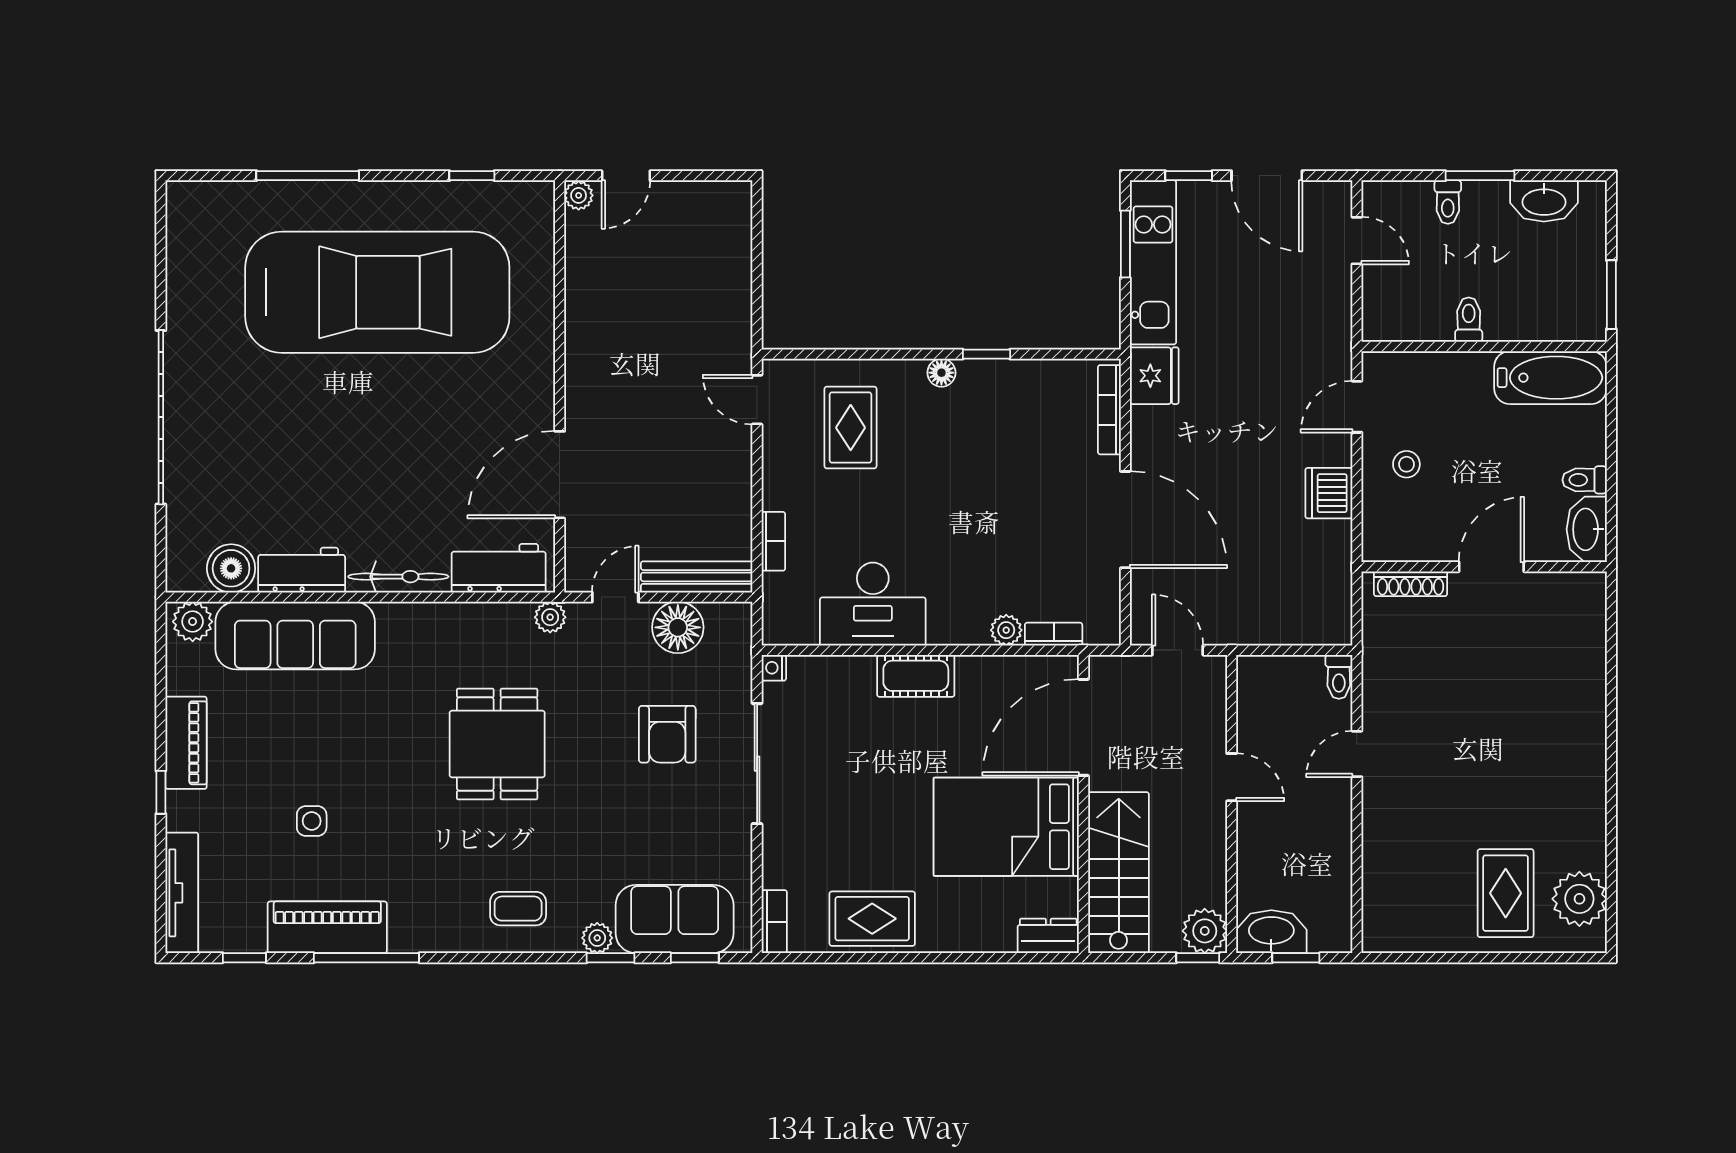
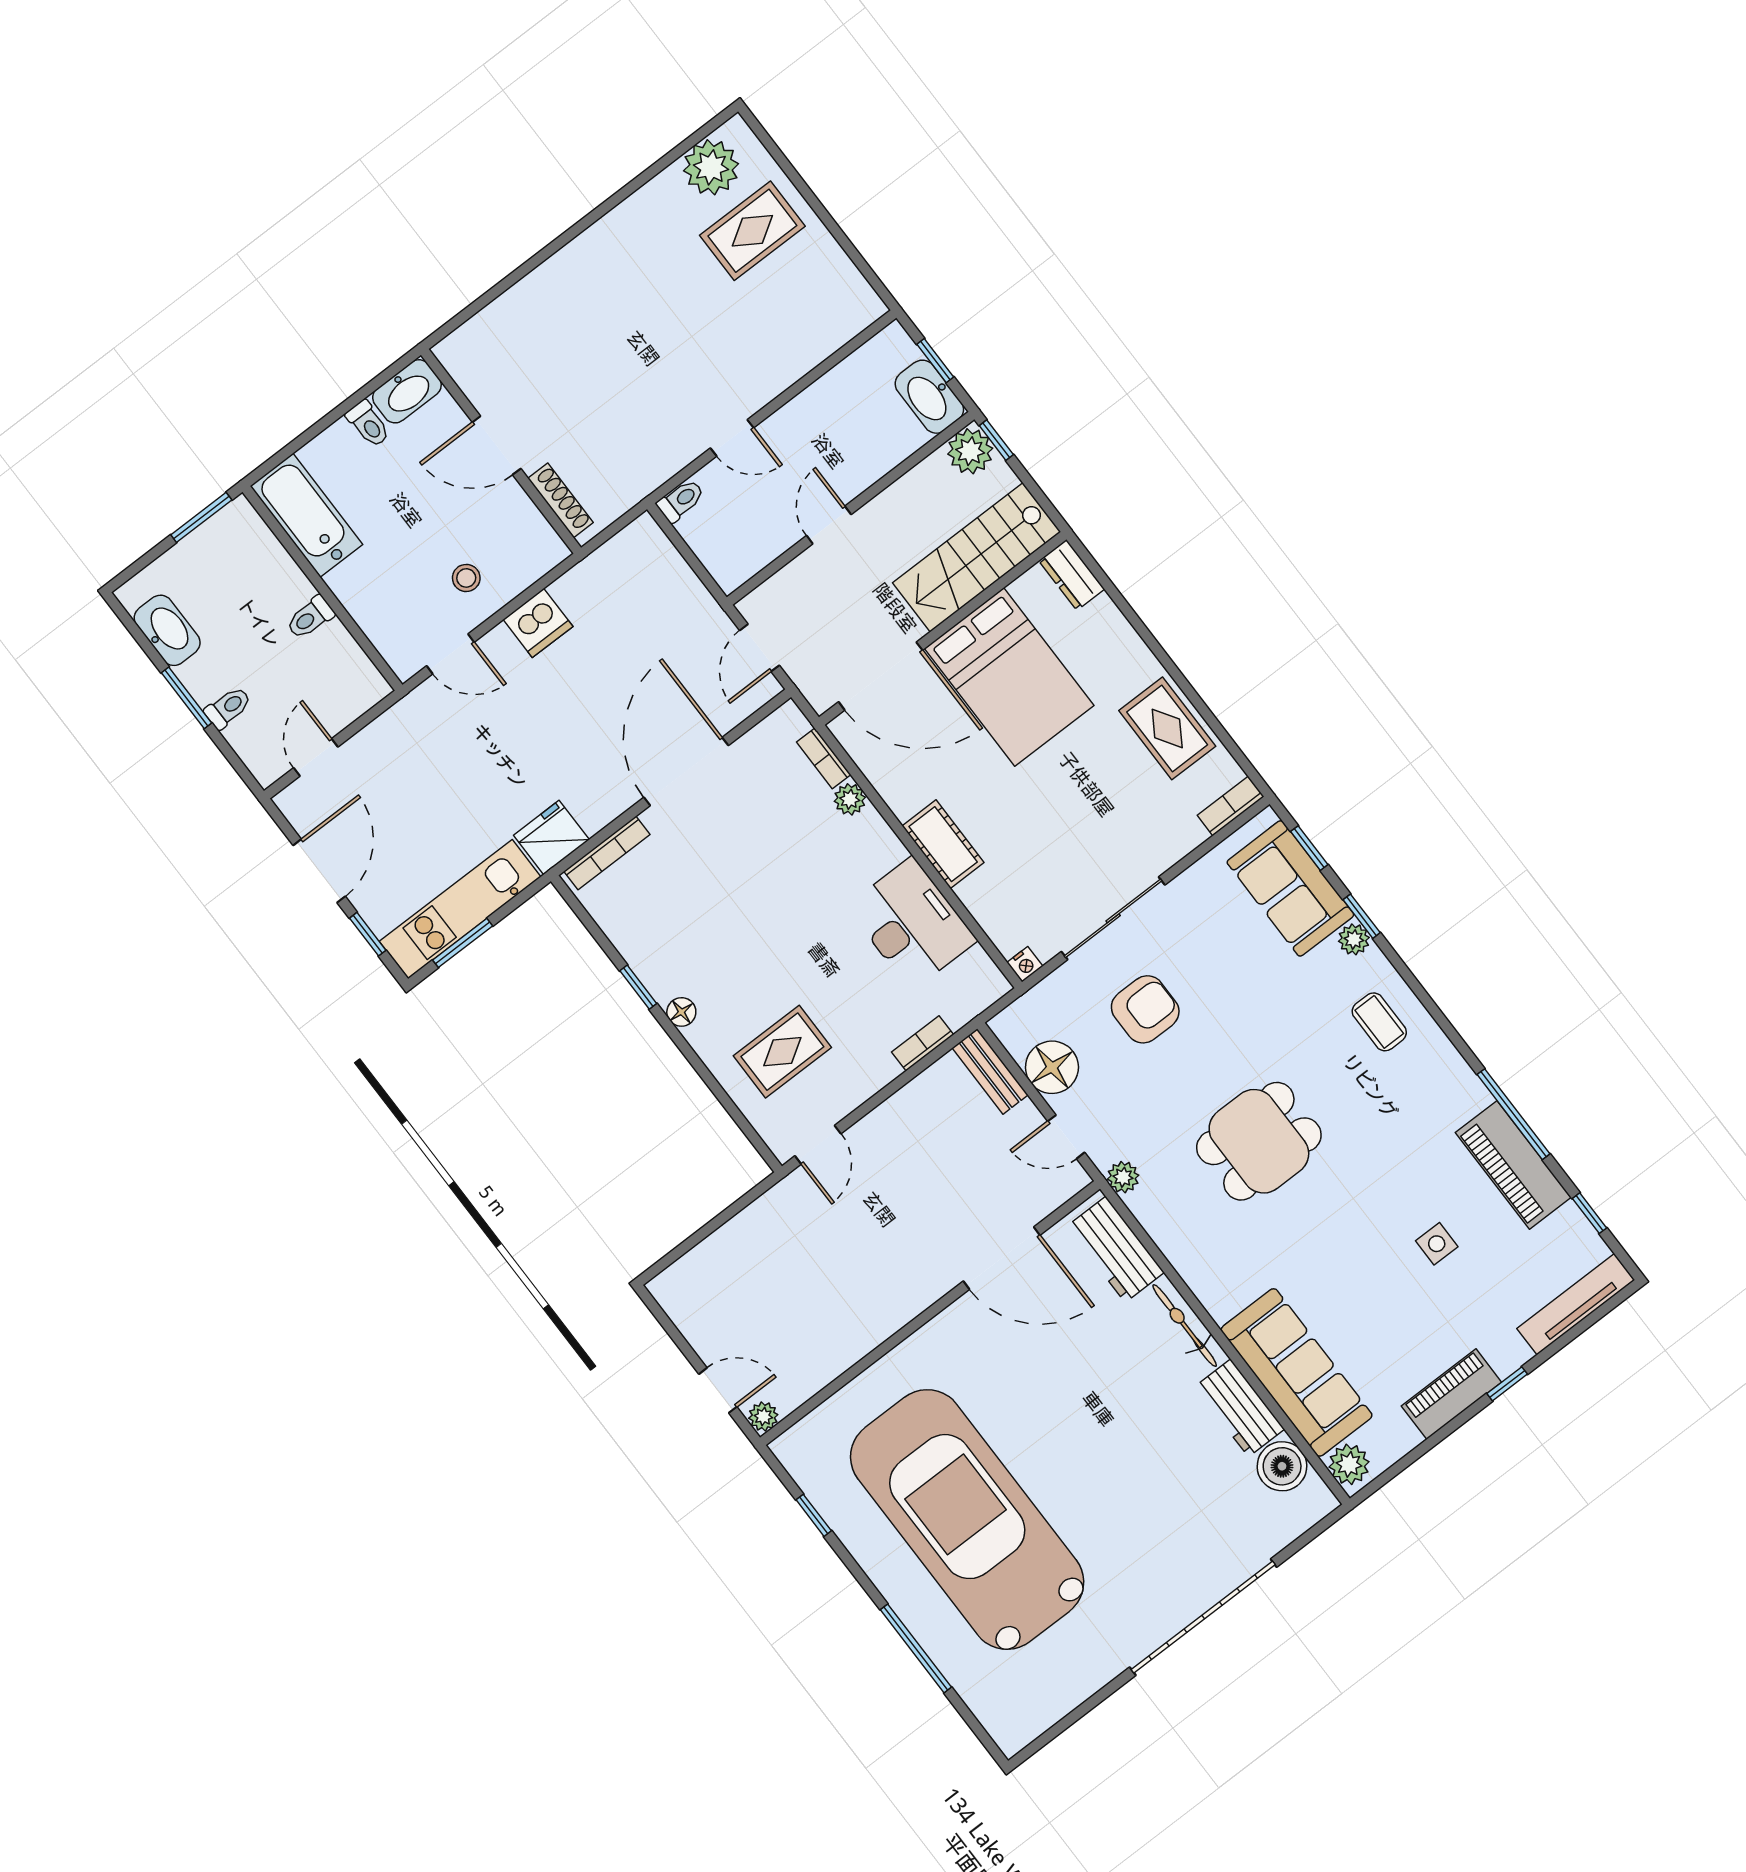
bench: (697, 577) -> (990, 1071), width x0.73

